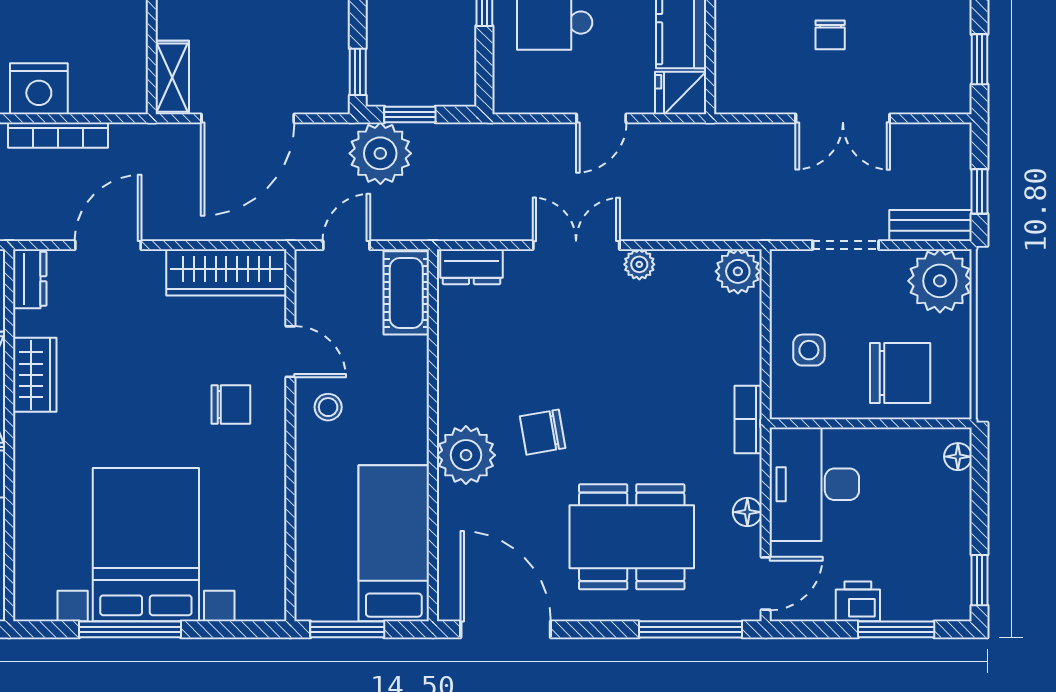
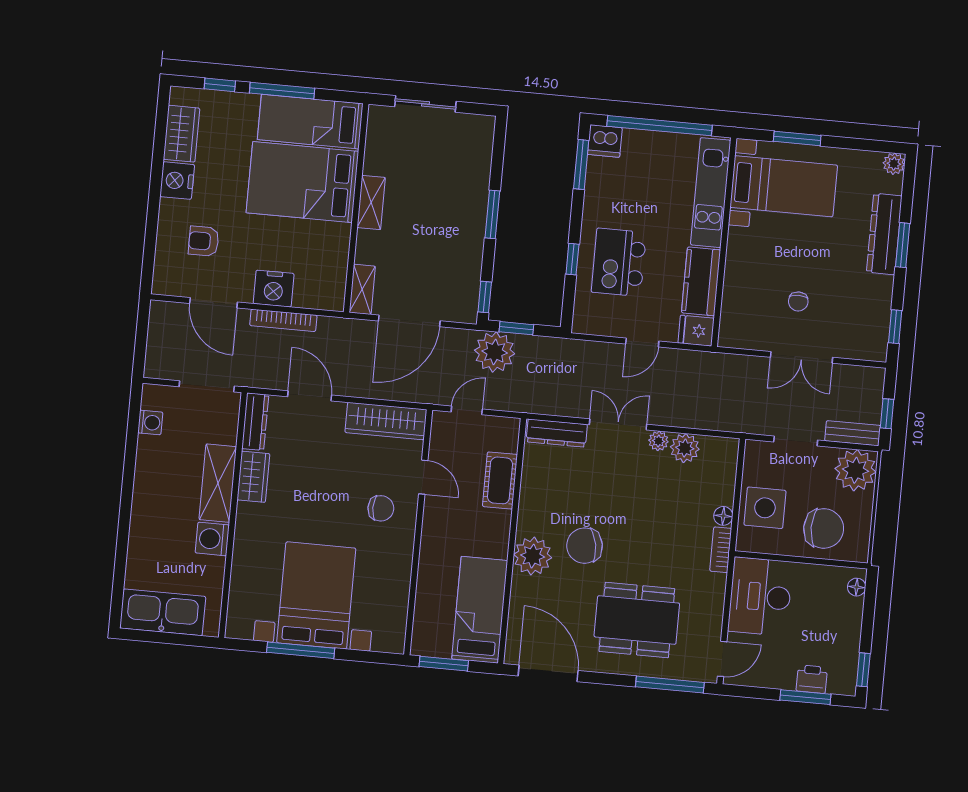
door: (108, 245) -> (310, 396), hinge flipped
dresser: (471, 267) -> (557, 433), width x1.44
plant: (738, 271) -> (685, 448), moved
dresser: (30, 279) -> (255, 422), width x1.44
cot: (406, 293) -> (500, 480), moved
side table: (809, 350) -> (765, 508), width x1.87, depth x1.87
stool: (328, 407) -> (445, 516), removed
chair: (543, 432) -> (585, 546), width x1.37, depth x1.37
floor lamp: (747, 512) -> (723, 516), moved
printer: (858, 601) -> (812, 679), moved

